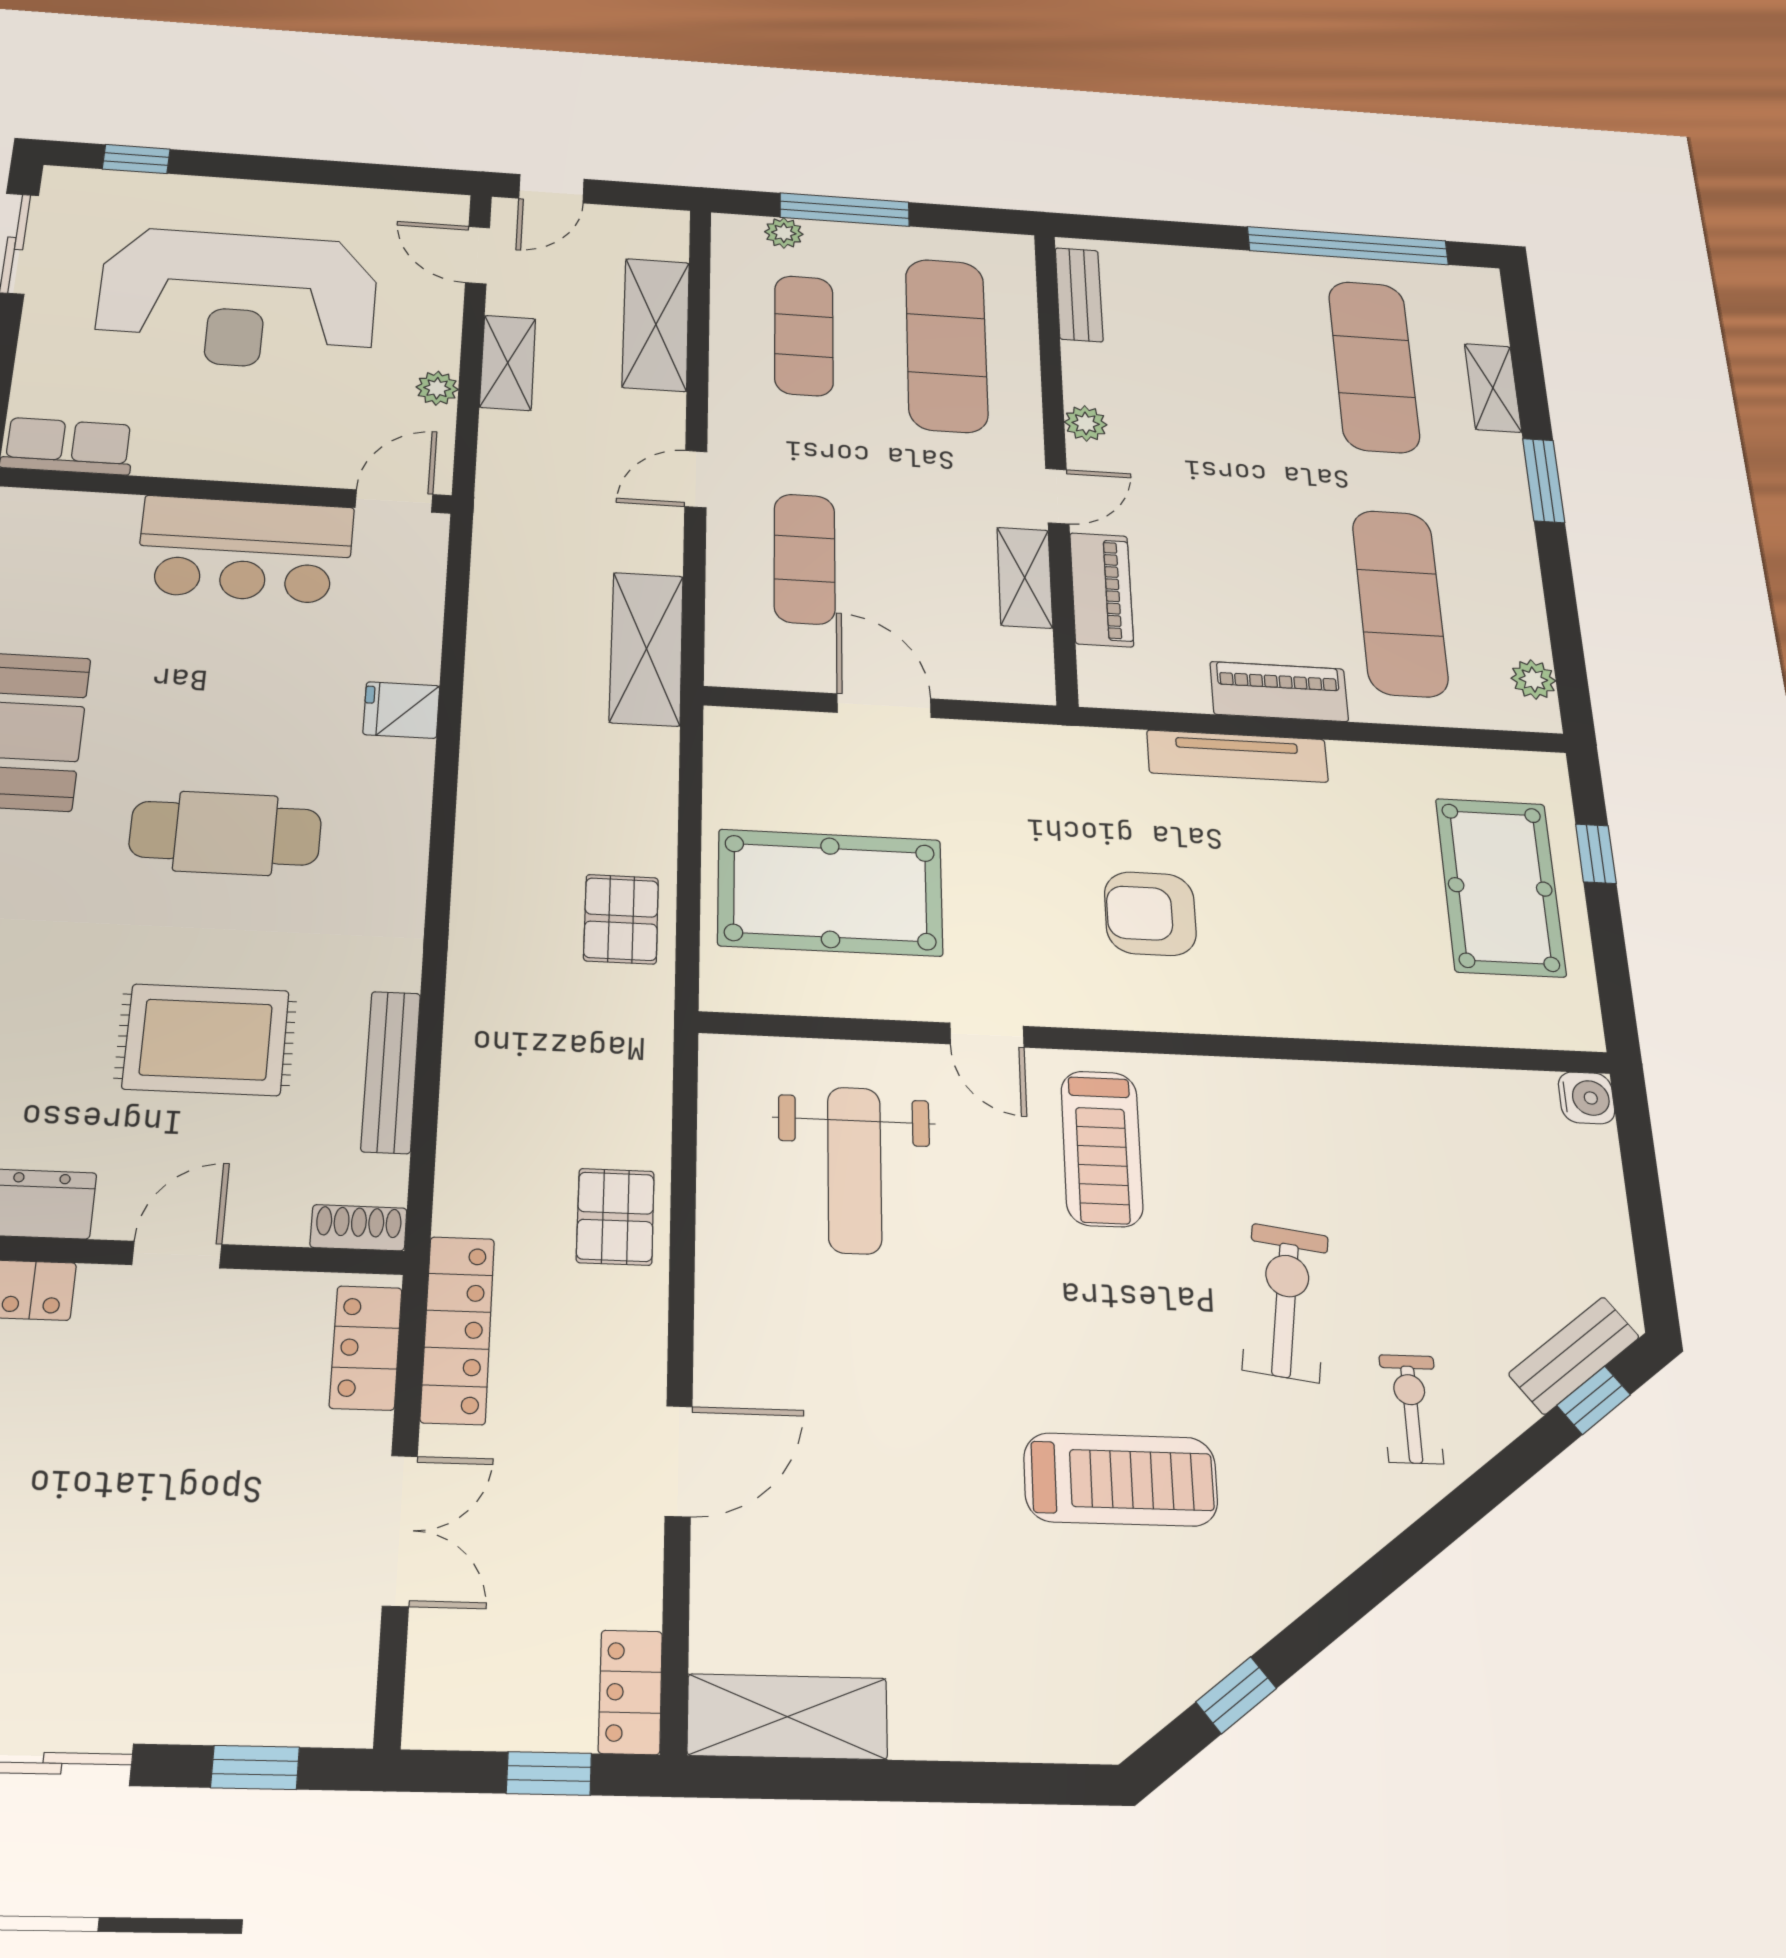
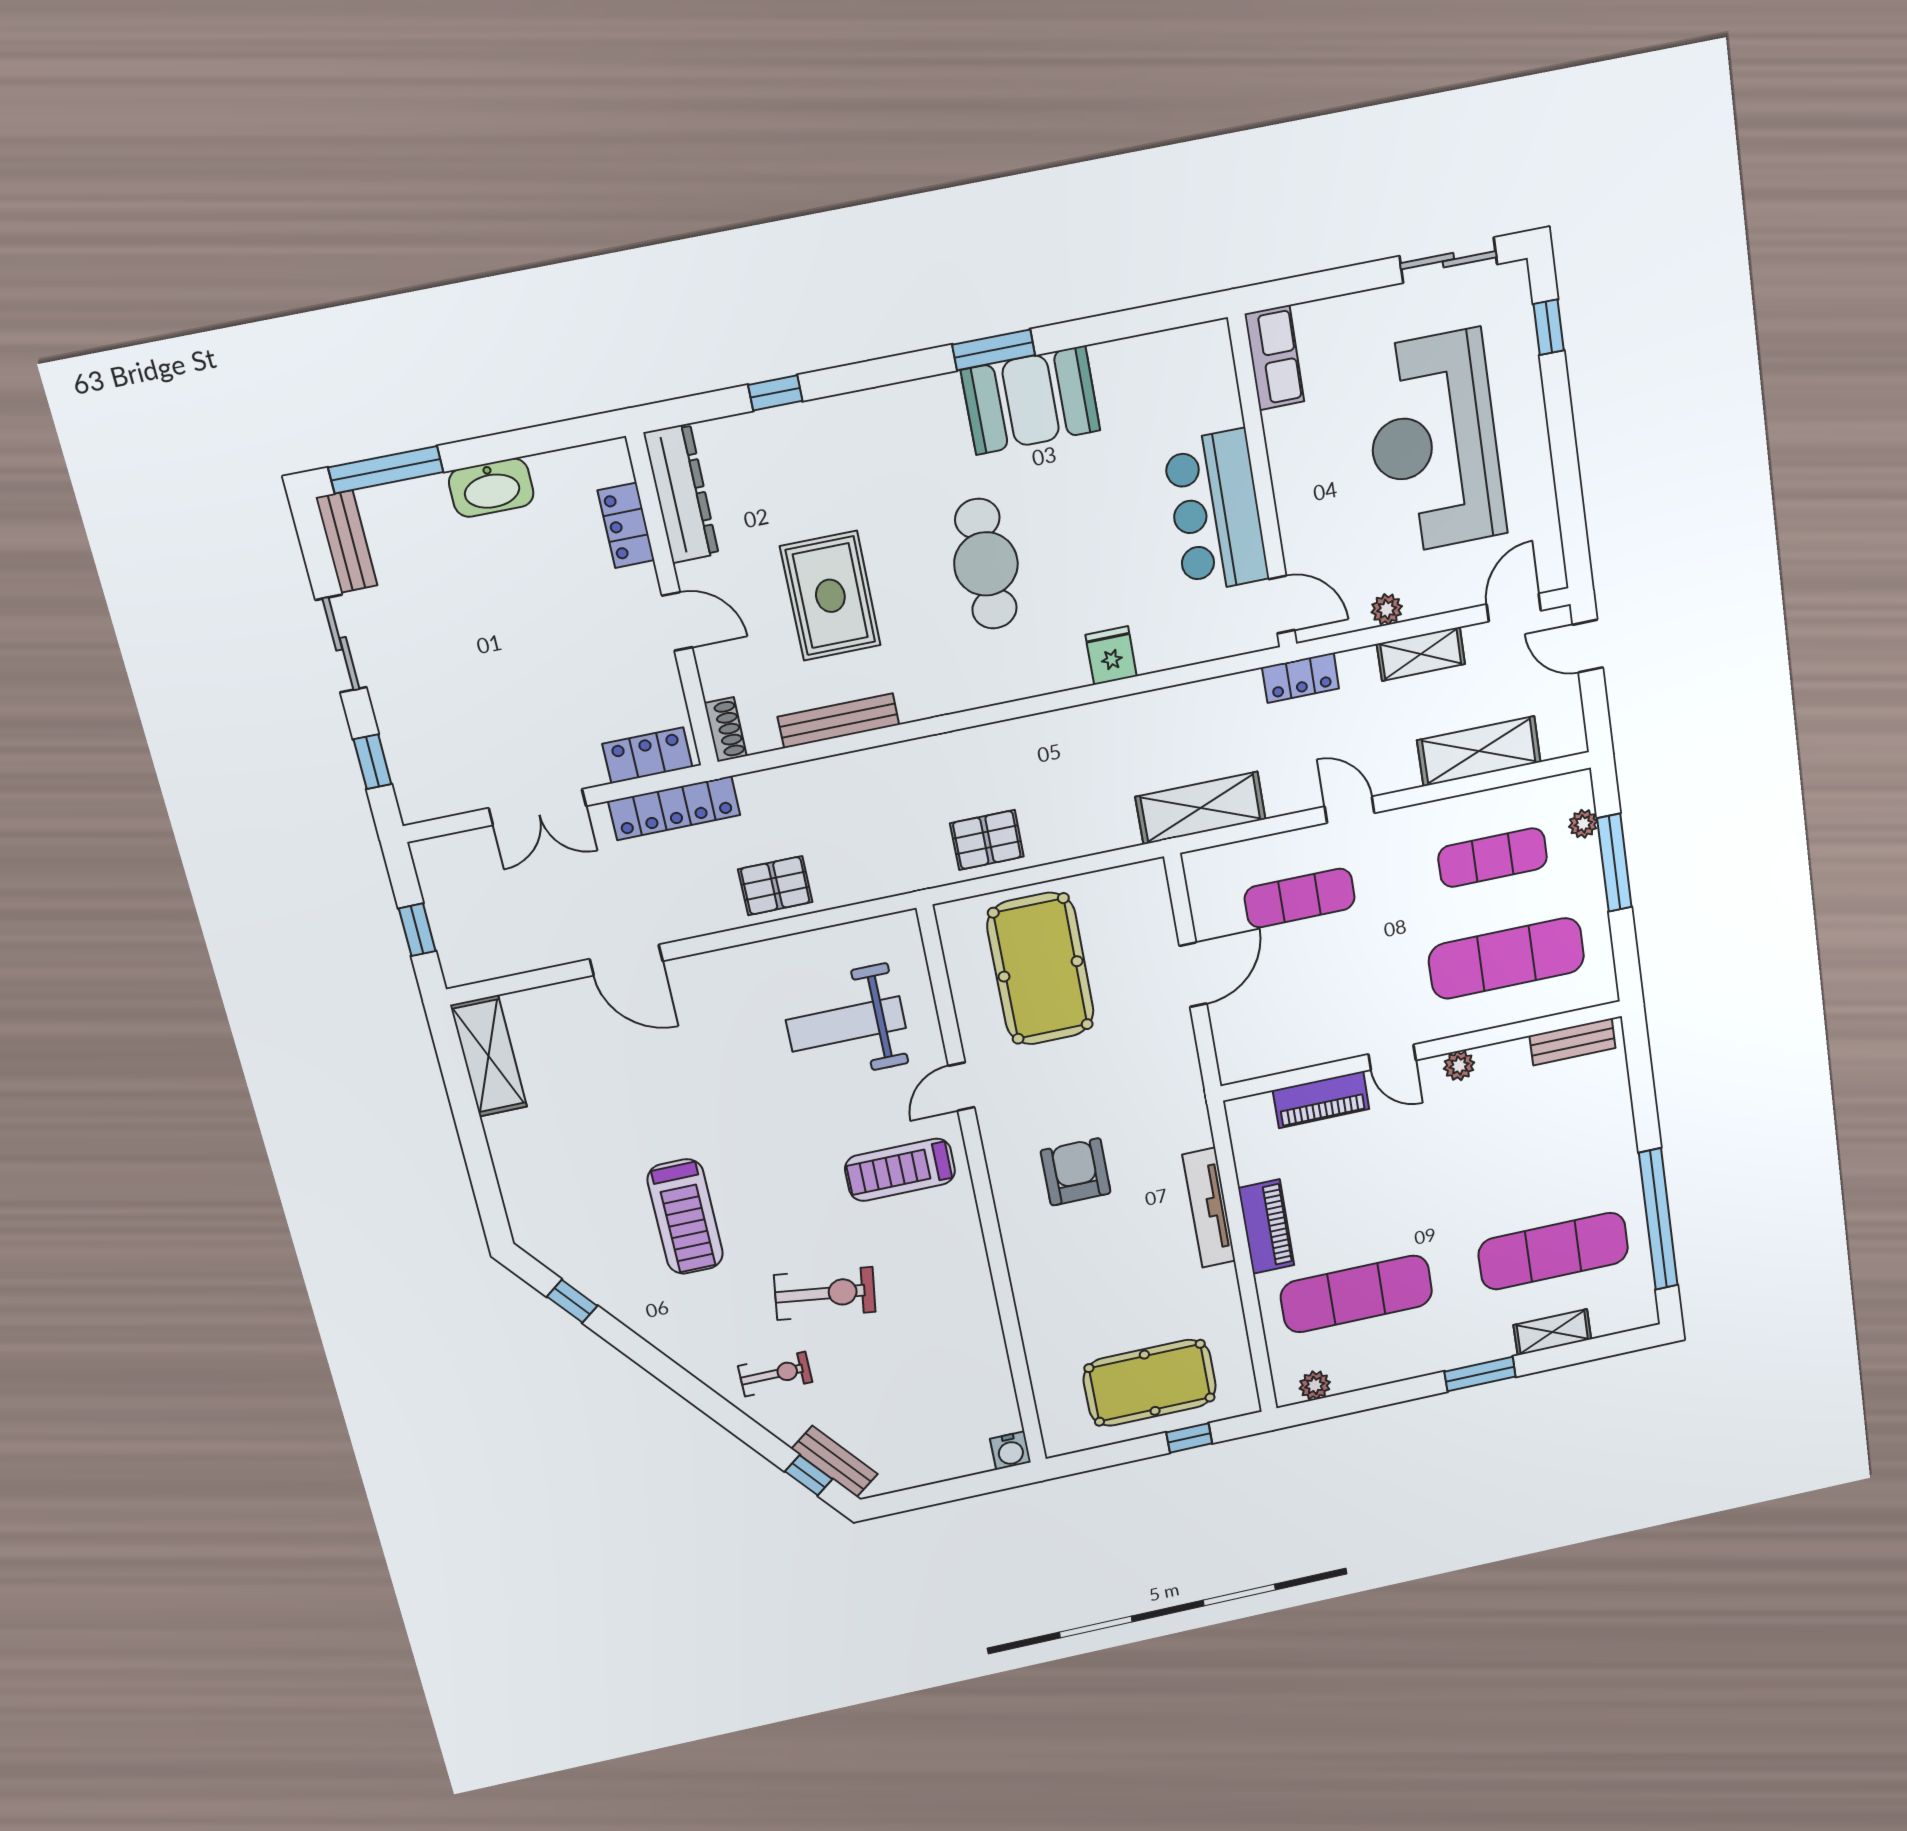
shelving: (1025, 578) -> (1319, 1048), removed
locker: (630, 1692) -> (1300, 678), moved, turned 180

